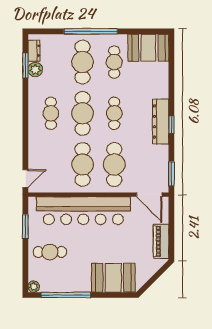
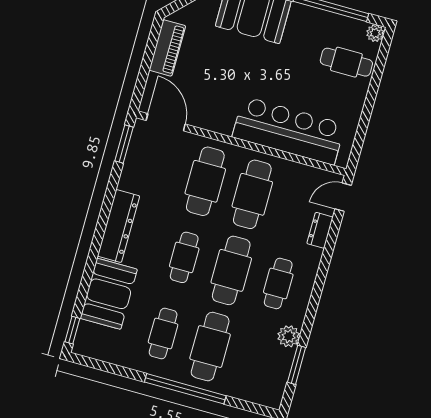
booth: (148, 48) -> (109, 294), moved, turned 90
dresser: (34, 51) -> (320, 230), moved
plant: (35, 70) -> (289, 336), moved
window: (171, 125) -> (72, 330), moved
bar counter: (83, 211) -> (289, 131), width x0.73
window: (25, 227) -> (363, 126), removed
cafe table: (50, 252) -> (346, 62), moved

